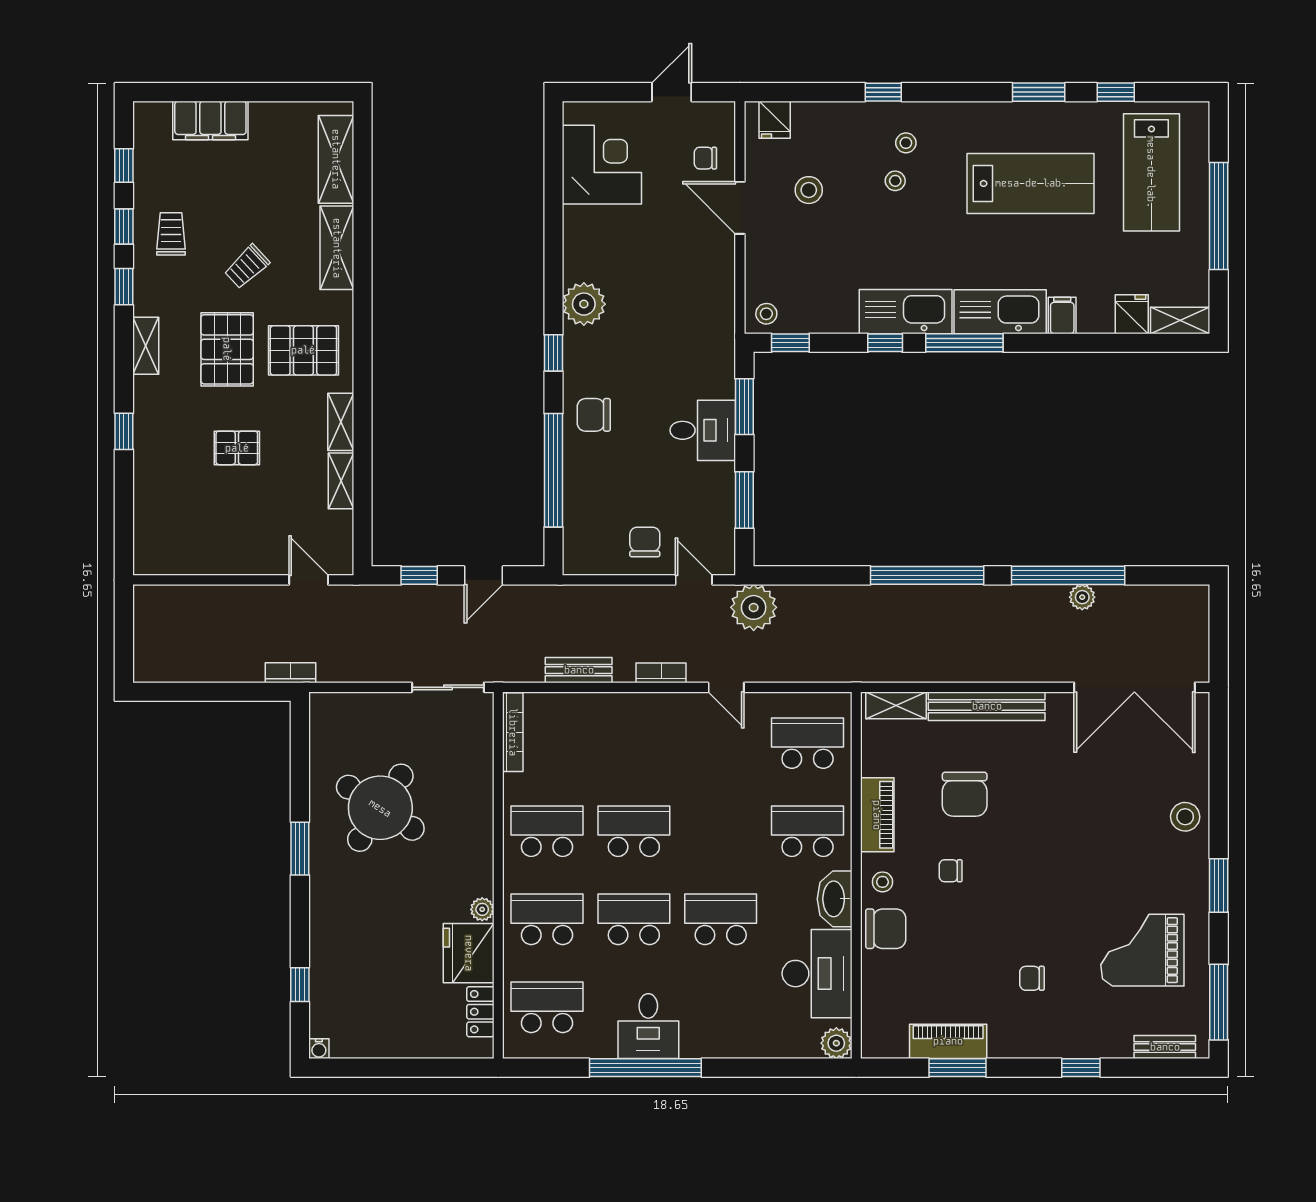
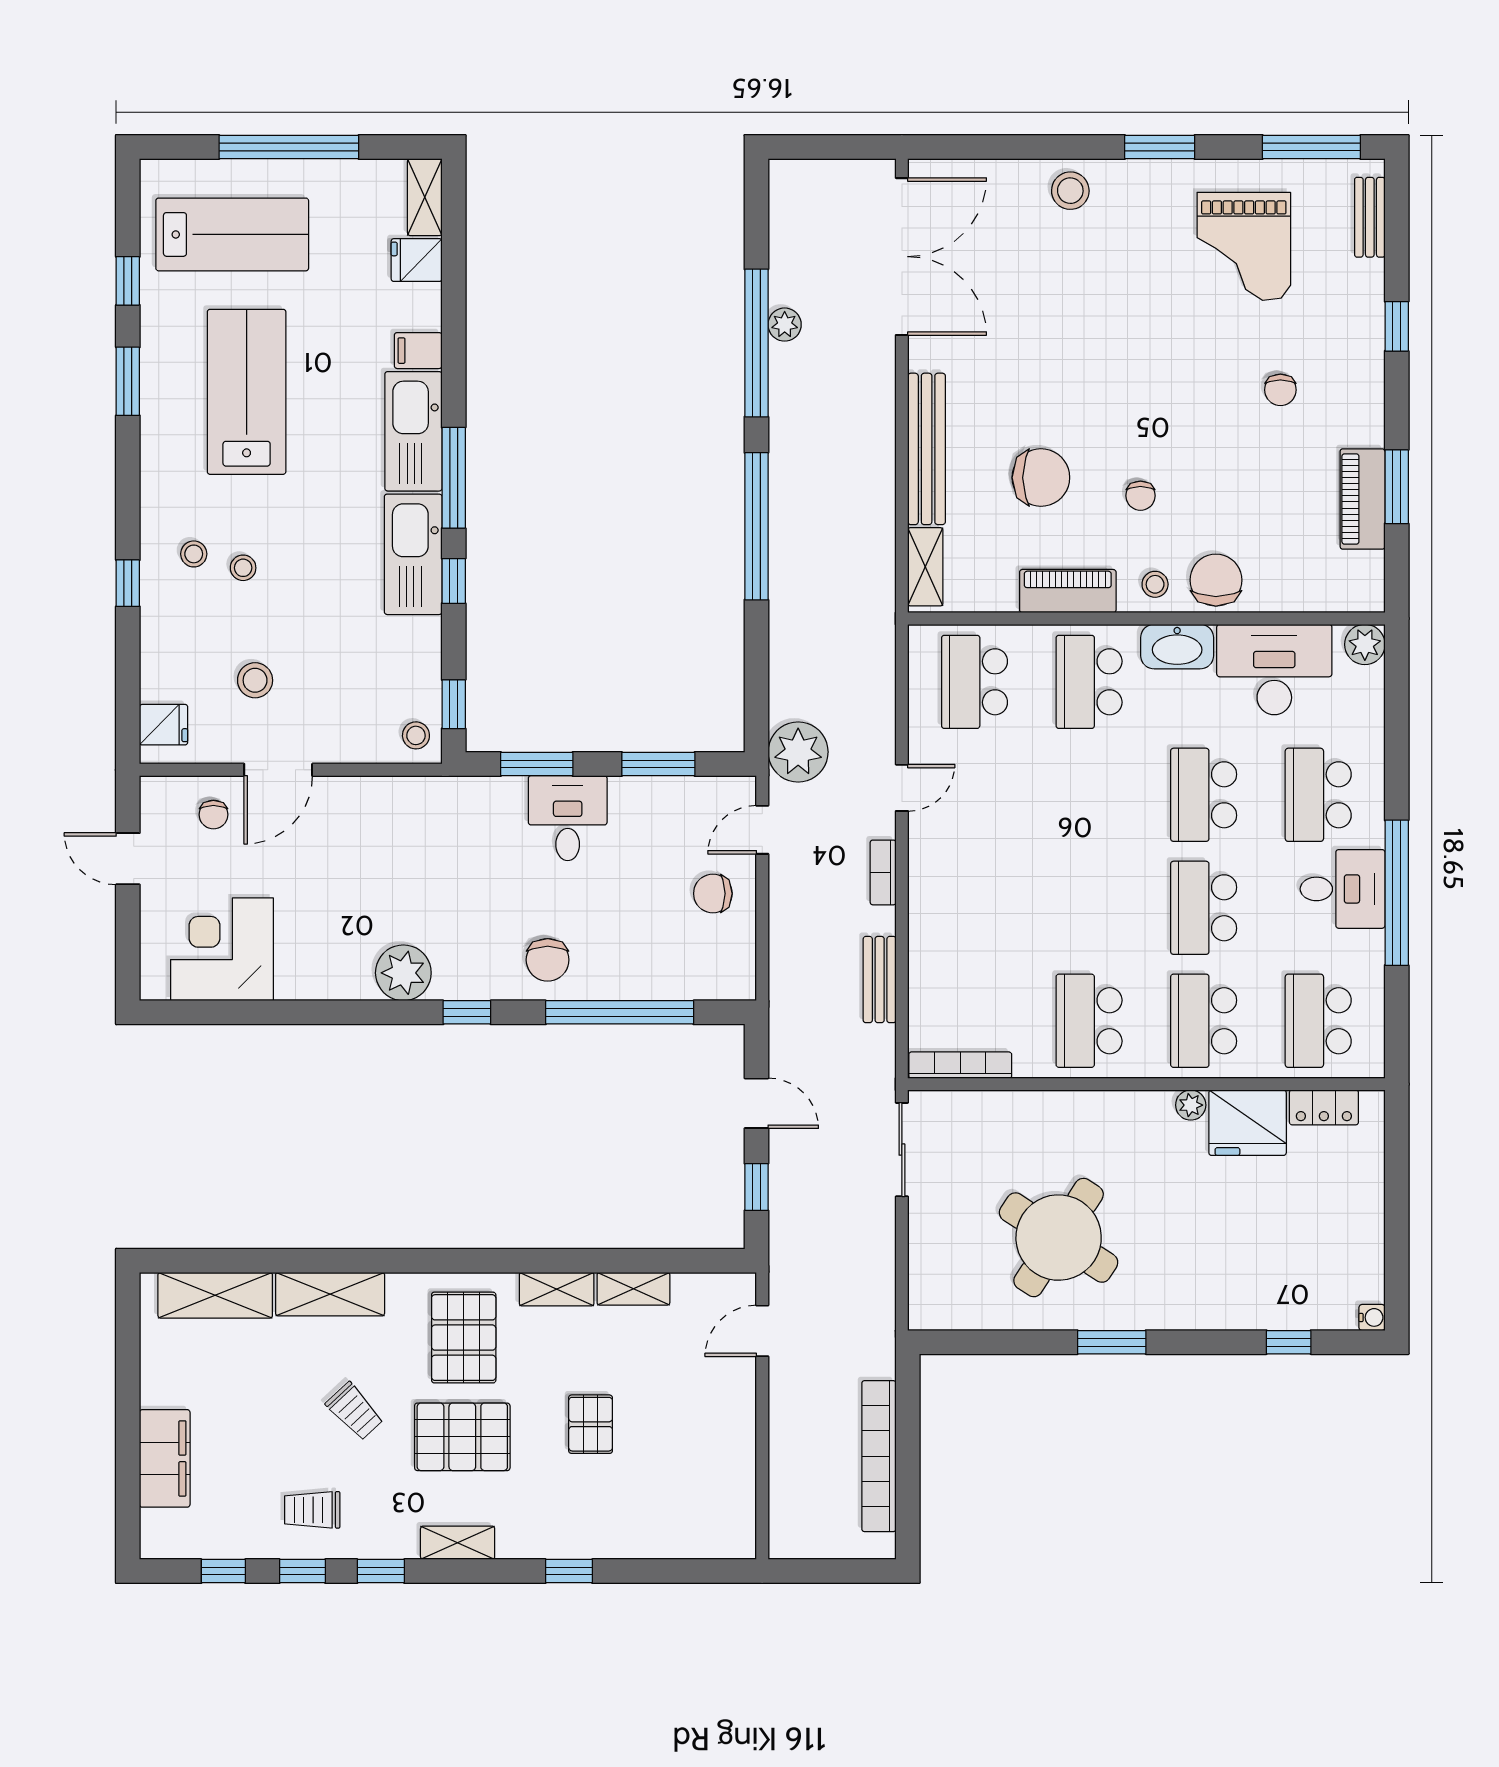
bookcase: (290, 673) -> (879, 1456), moved, width x2.31, depth x1.31
school desk: (634, 831) -> (1318, 795), moved

